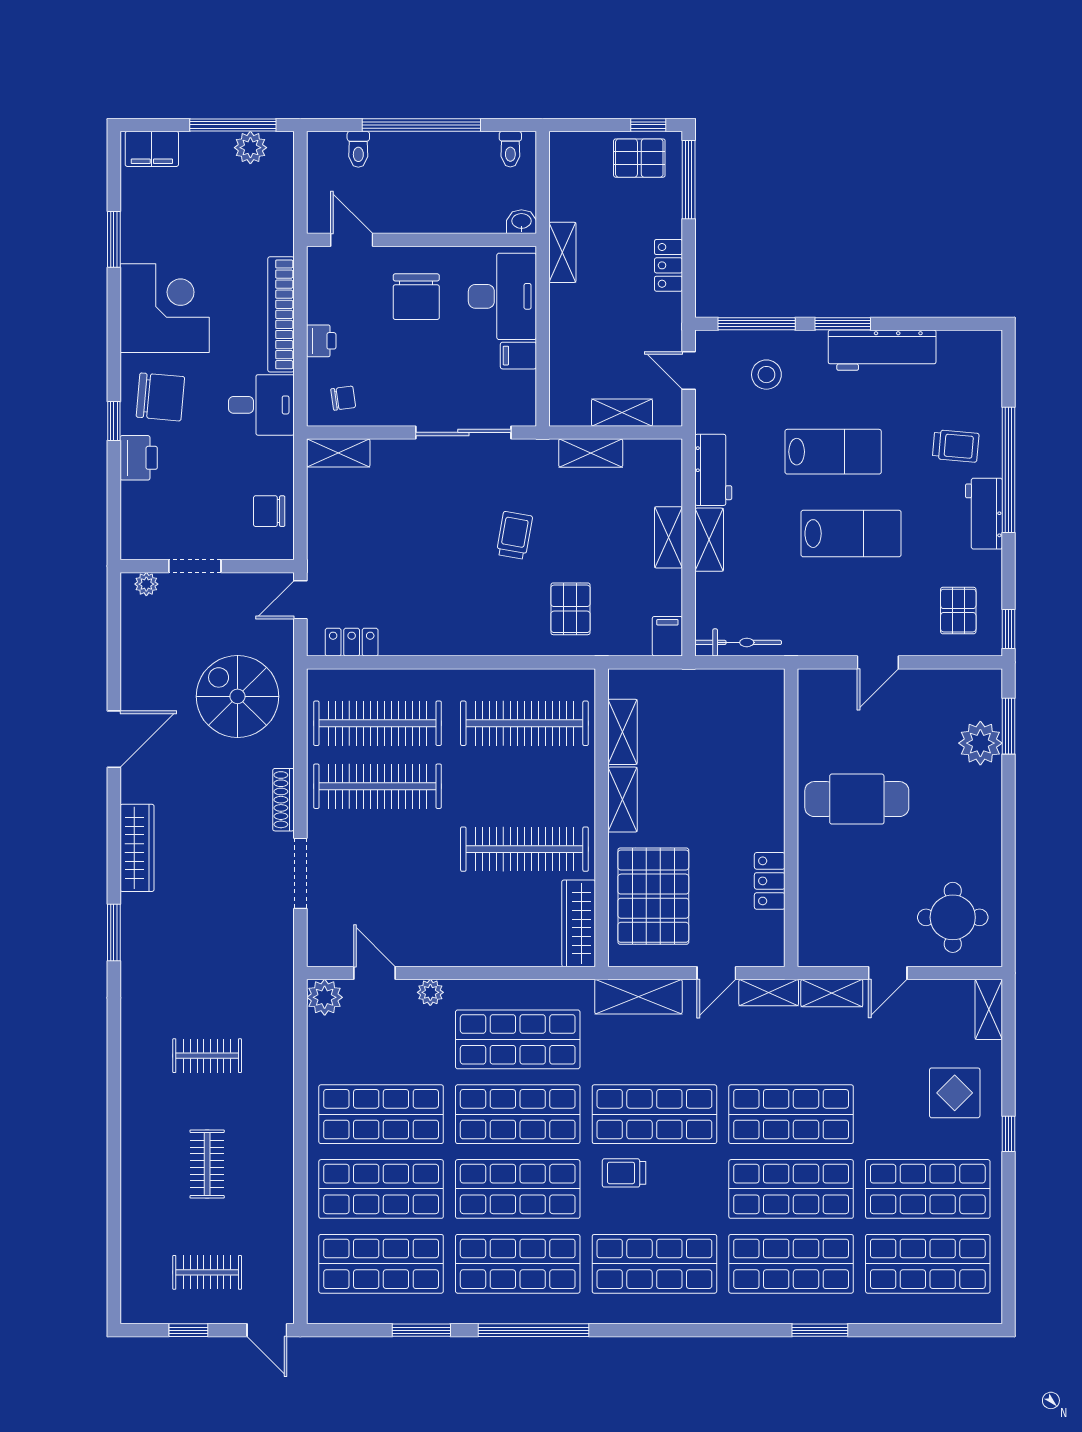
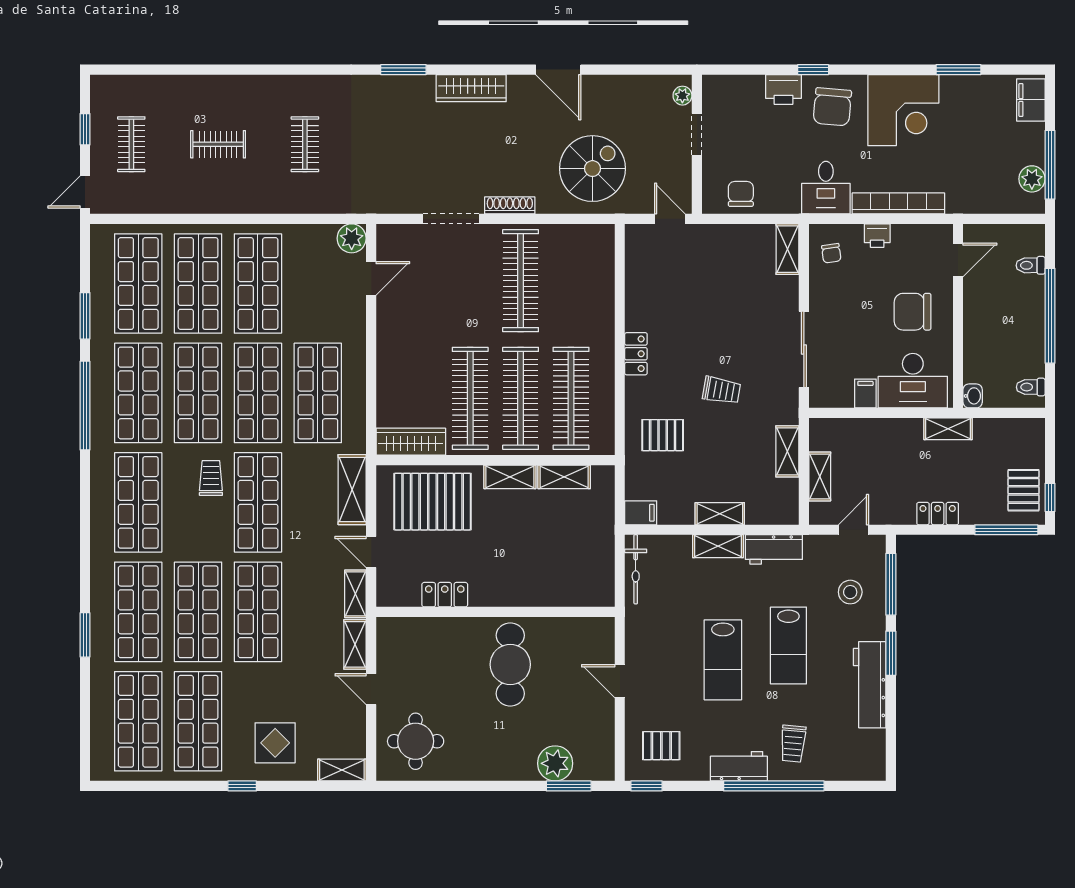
locker: (352, 642) -> (636, 354), moved
clothes rail: (377, 723) -> (521, 398), moved
plant: (430, 992) -> (356, 323), removed

